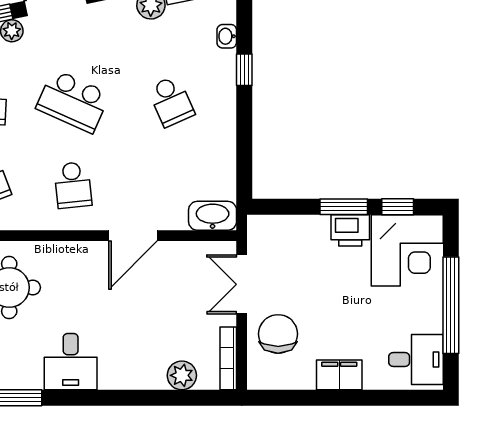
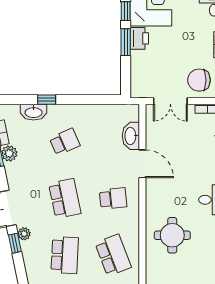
washbasin: (227, 36) -> (34, 112), width x1.91, depth x1.45
school desk: (73, 101) -> (65, 198), turned -36
washbasin: (213, 216) -> (131, 136), moved

